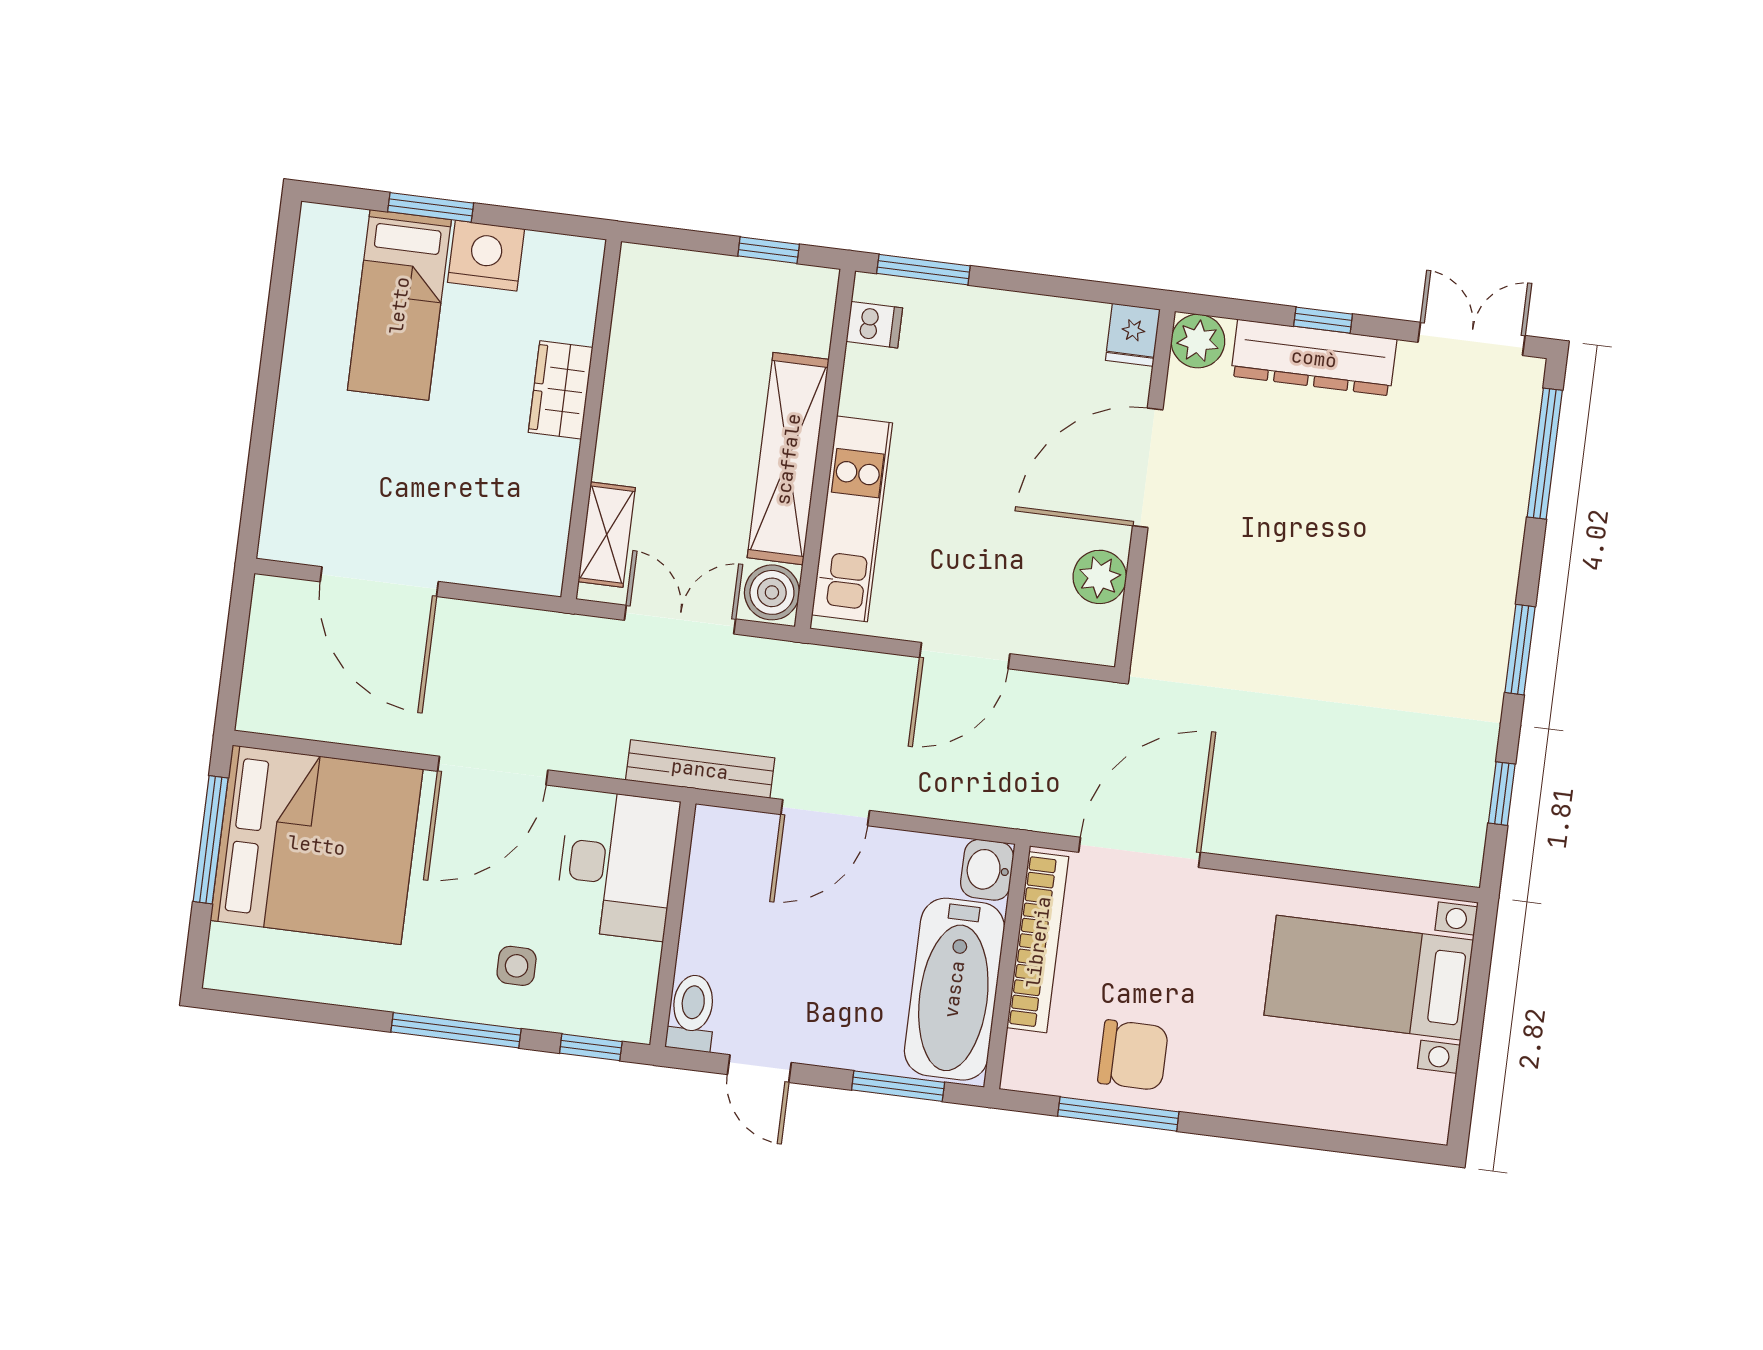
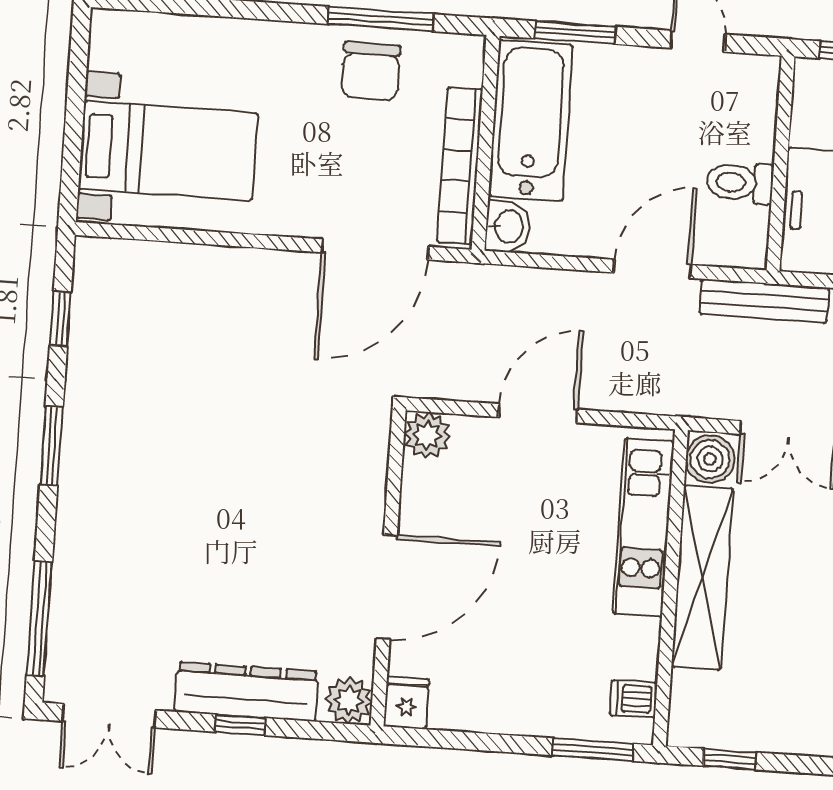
plant: (1100, 577) -> (427, 435), moved
toilet: (692, 1013) -> (740, 183), moved, turned 90
chair: (1133, 1055) -> (371, 71), turned -90

